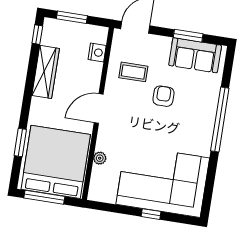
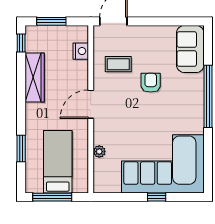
window: (188, 36) -> (165, 21), removed
sofa: (195, 55) -> (190, 49), moved, turned 90
bed: (56, 162) -> (58, 162), width x0.49

